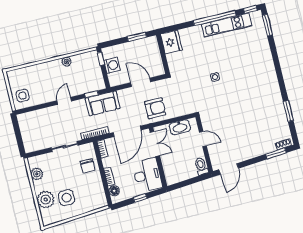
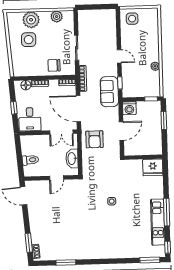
window: (214, 18) -> (167, 212), width x0.68
window: (137, 37) -> (164, 120), moved
washing machine: (112, 65) -> (129, 108), moved
toilet: (201, 166) -> (30, 160), moved
desk: (147, 175) -> (30, 119), width x0.73

